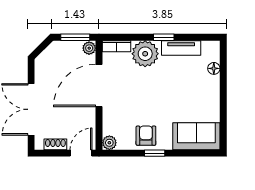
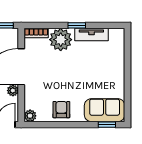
plant: (89, 48) -> (13, 91), moved
floor lamp: (214, 68) -> (119, 52), removed
window: (155, 153) -> (107, 125), moved

